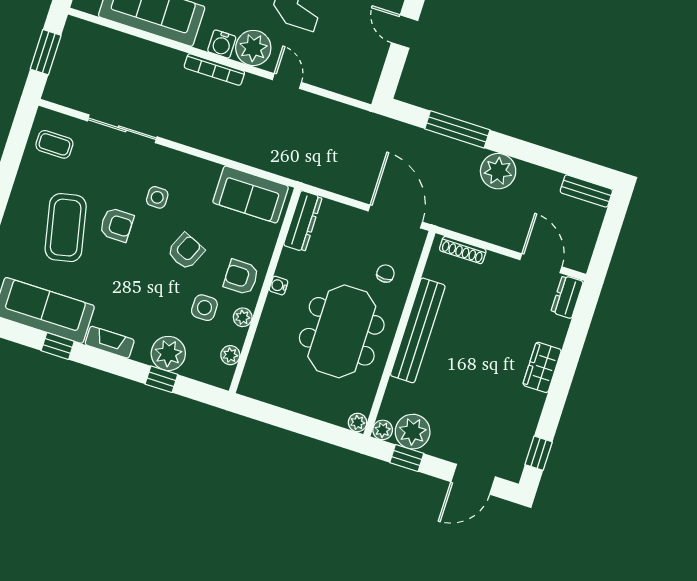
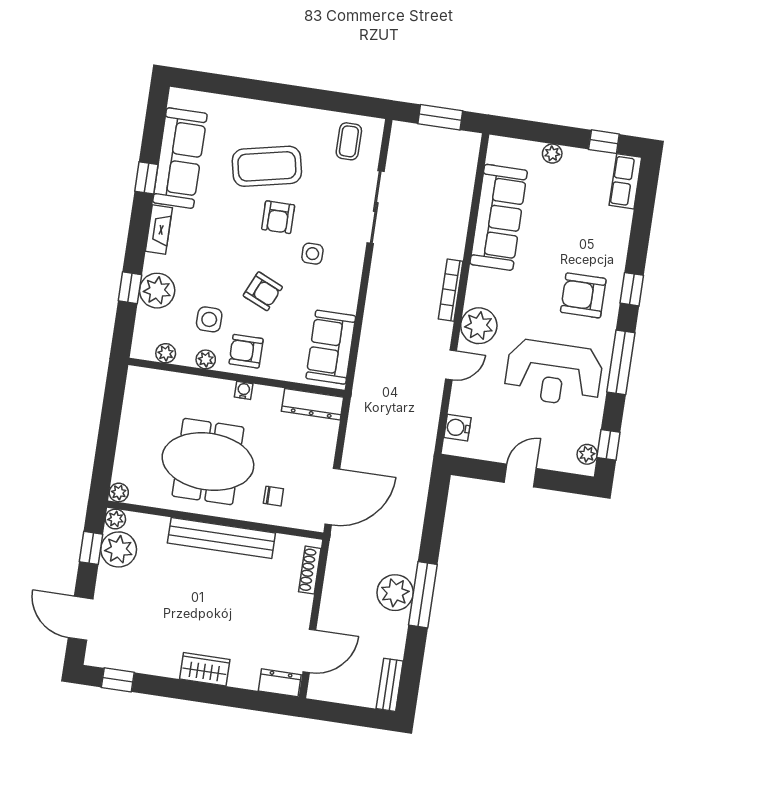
water cooler: (222, 44) -> (457, 428), moved
window: (457, 129) -> (423, 595), moved
armchair: (241, 277) -> (246, 351), turned -90

